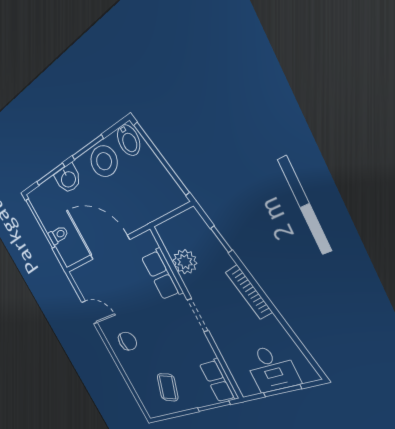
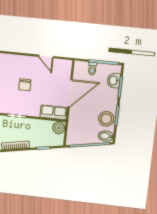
washbasin: (68, 179) -> (114, 81), moved
plant: (185, 262) -> (59, 128), moved
row of seats: (162, 275) -> (54, 112), moved
door: (90, 312) -> (46, 56), hinge flipped
chair: (128, 341) -> (25, 85), moved

